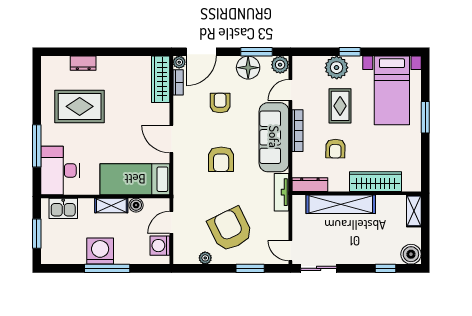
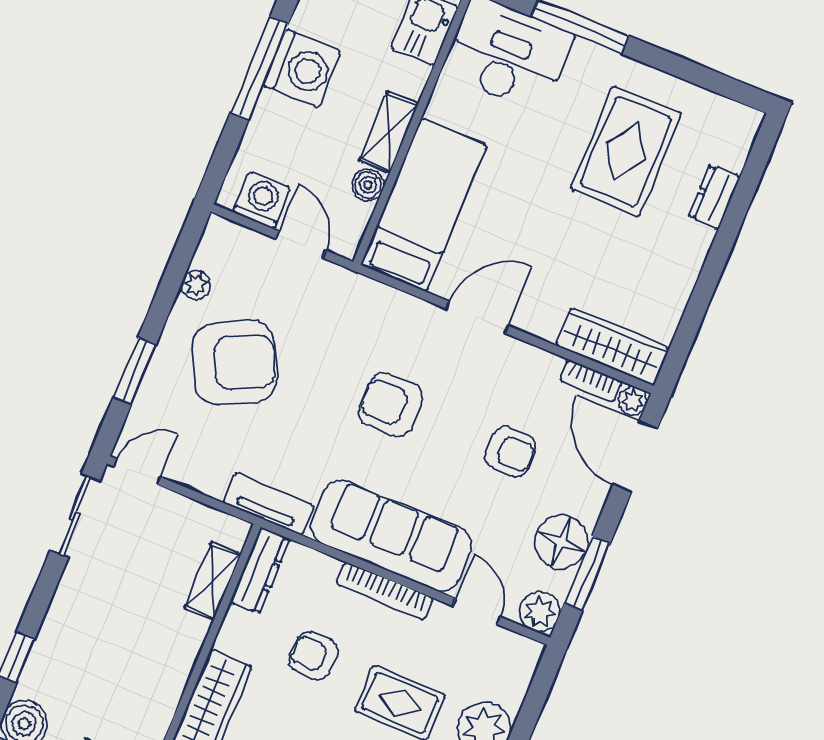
shelving: (341, 204) -> (213, 581), width x0.45, depth x0.75

